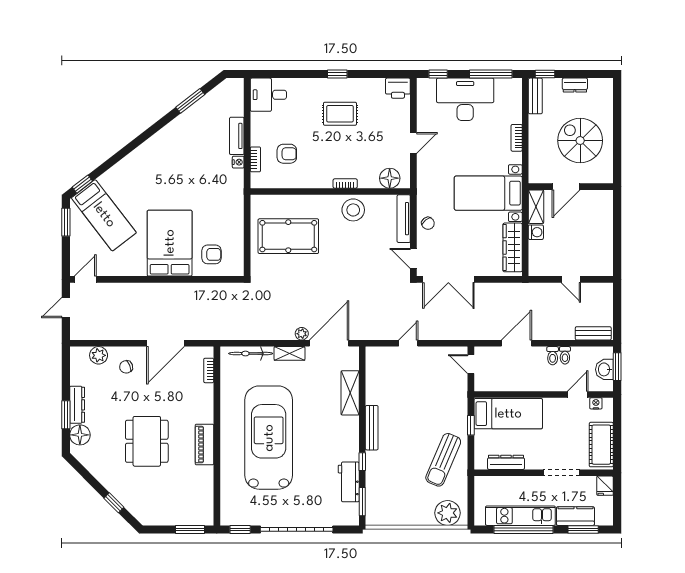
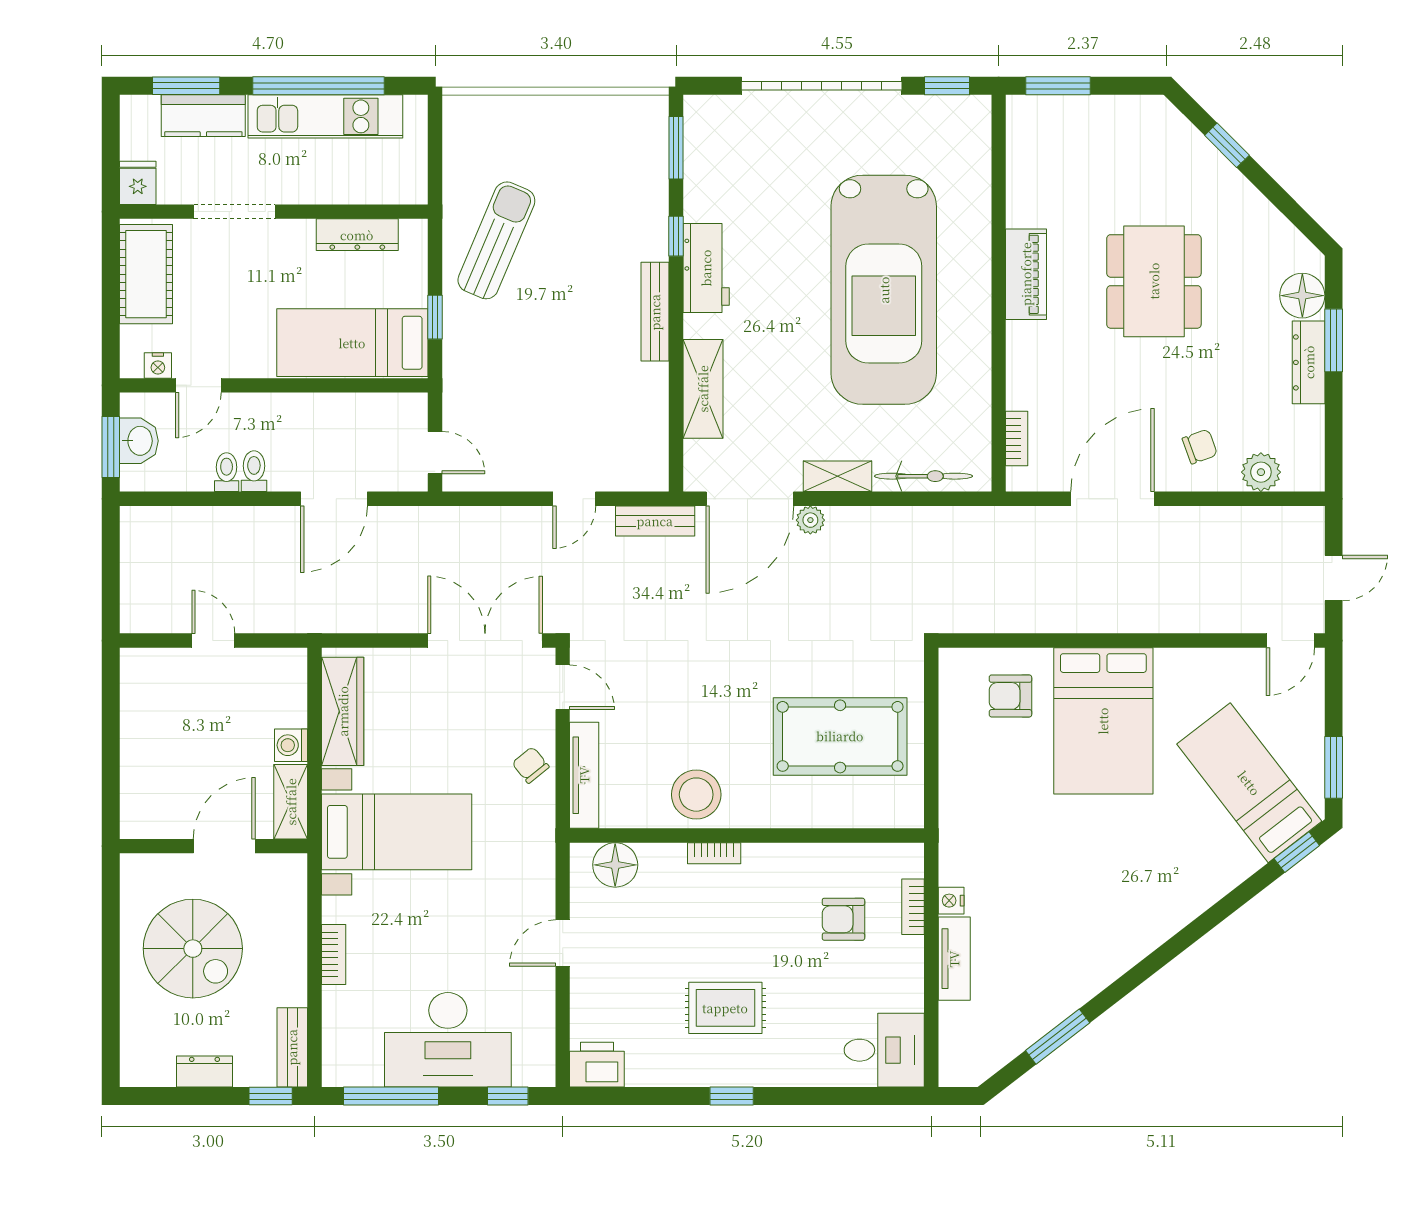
bench: (593, 333) -> (655, 521), moved
workbench: (349, 482) -> (706, 268), moved
plant: (448, 513) -> (487, 123), removed

